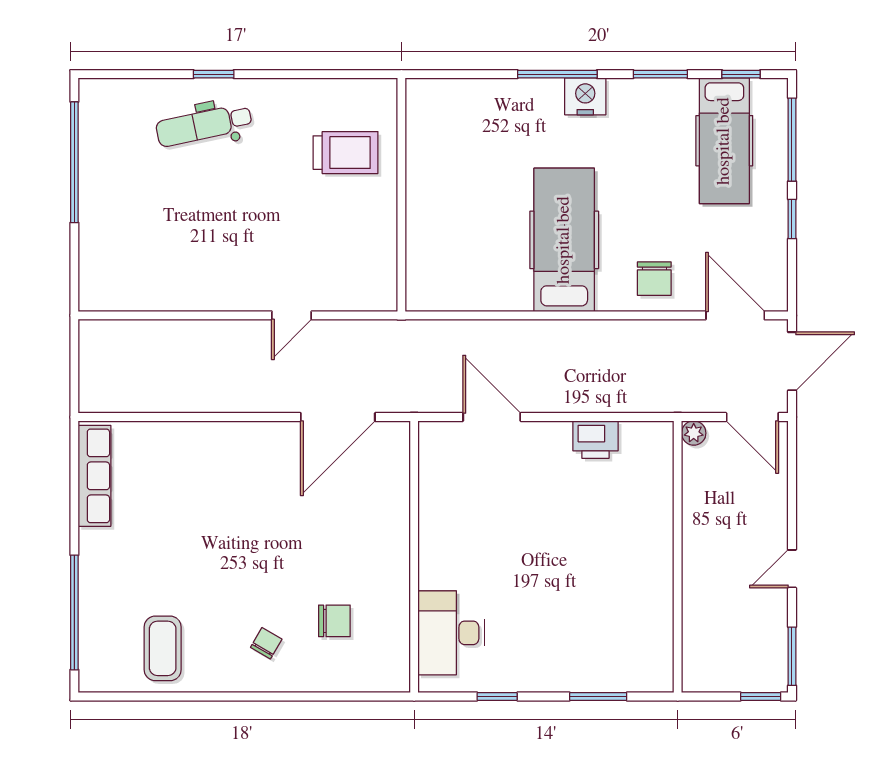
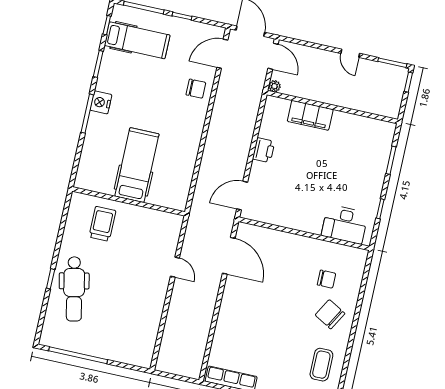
dental chair: (204, 125) -> (74, 289), width x1.36, depth x1.38
hospital bed: (564, 240) -> (137, 165), moved, turned 90
door: (492, 417) -> (242, 196), moved
door: (752, 417) -> (273, 56), hinge flipped
printer: (595, 440) -> (264, 150), moved
filing cabinet: (652, 517) -> (310, 115), added
chair: (334, 621) -> (326, 279), turned 90
chair: (266, 643) -> (330, 314), width x1.87, depth x1.87
coffee table: (163, 648) -> (321, 365), turned 90

